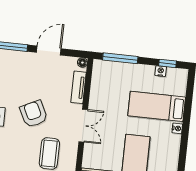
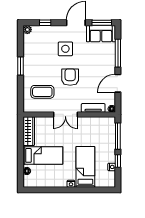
door: (49, 50) -> (118, 83), swing flipped
window: (168, 63) -> (118, 161), moved
armchair: (34, 114) -> (70, 77), turned -64

